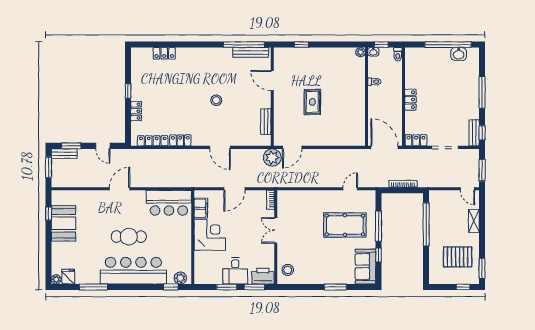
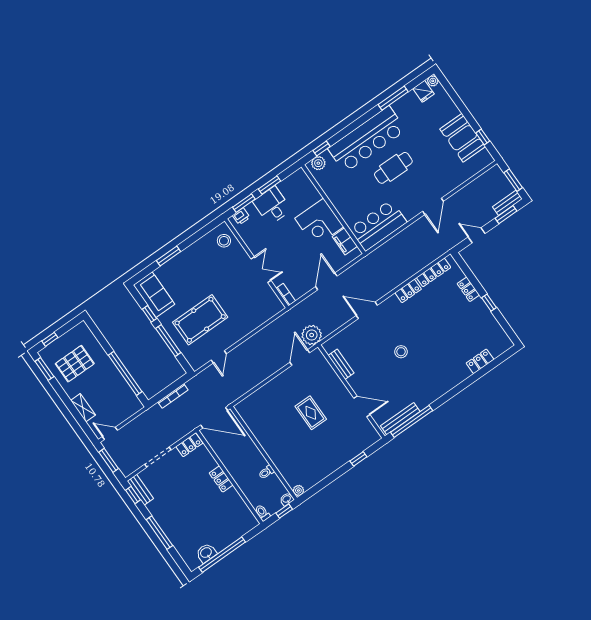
printer: (263, 276) -> (241, 216), width x0.53, depth x0.68

